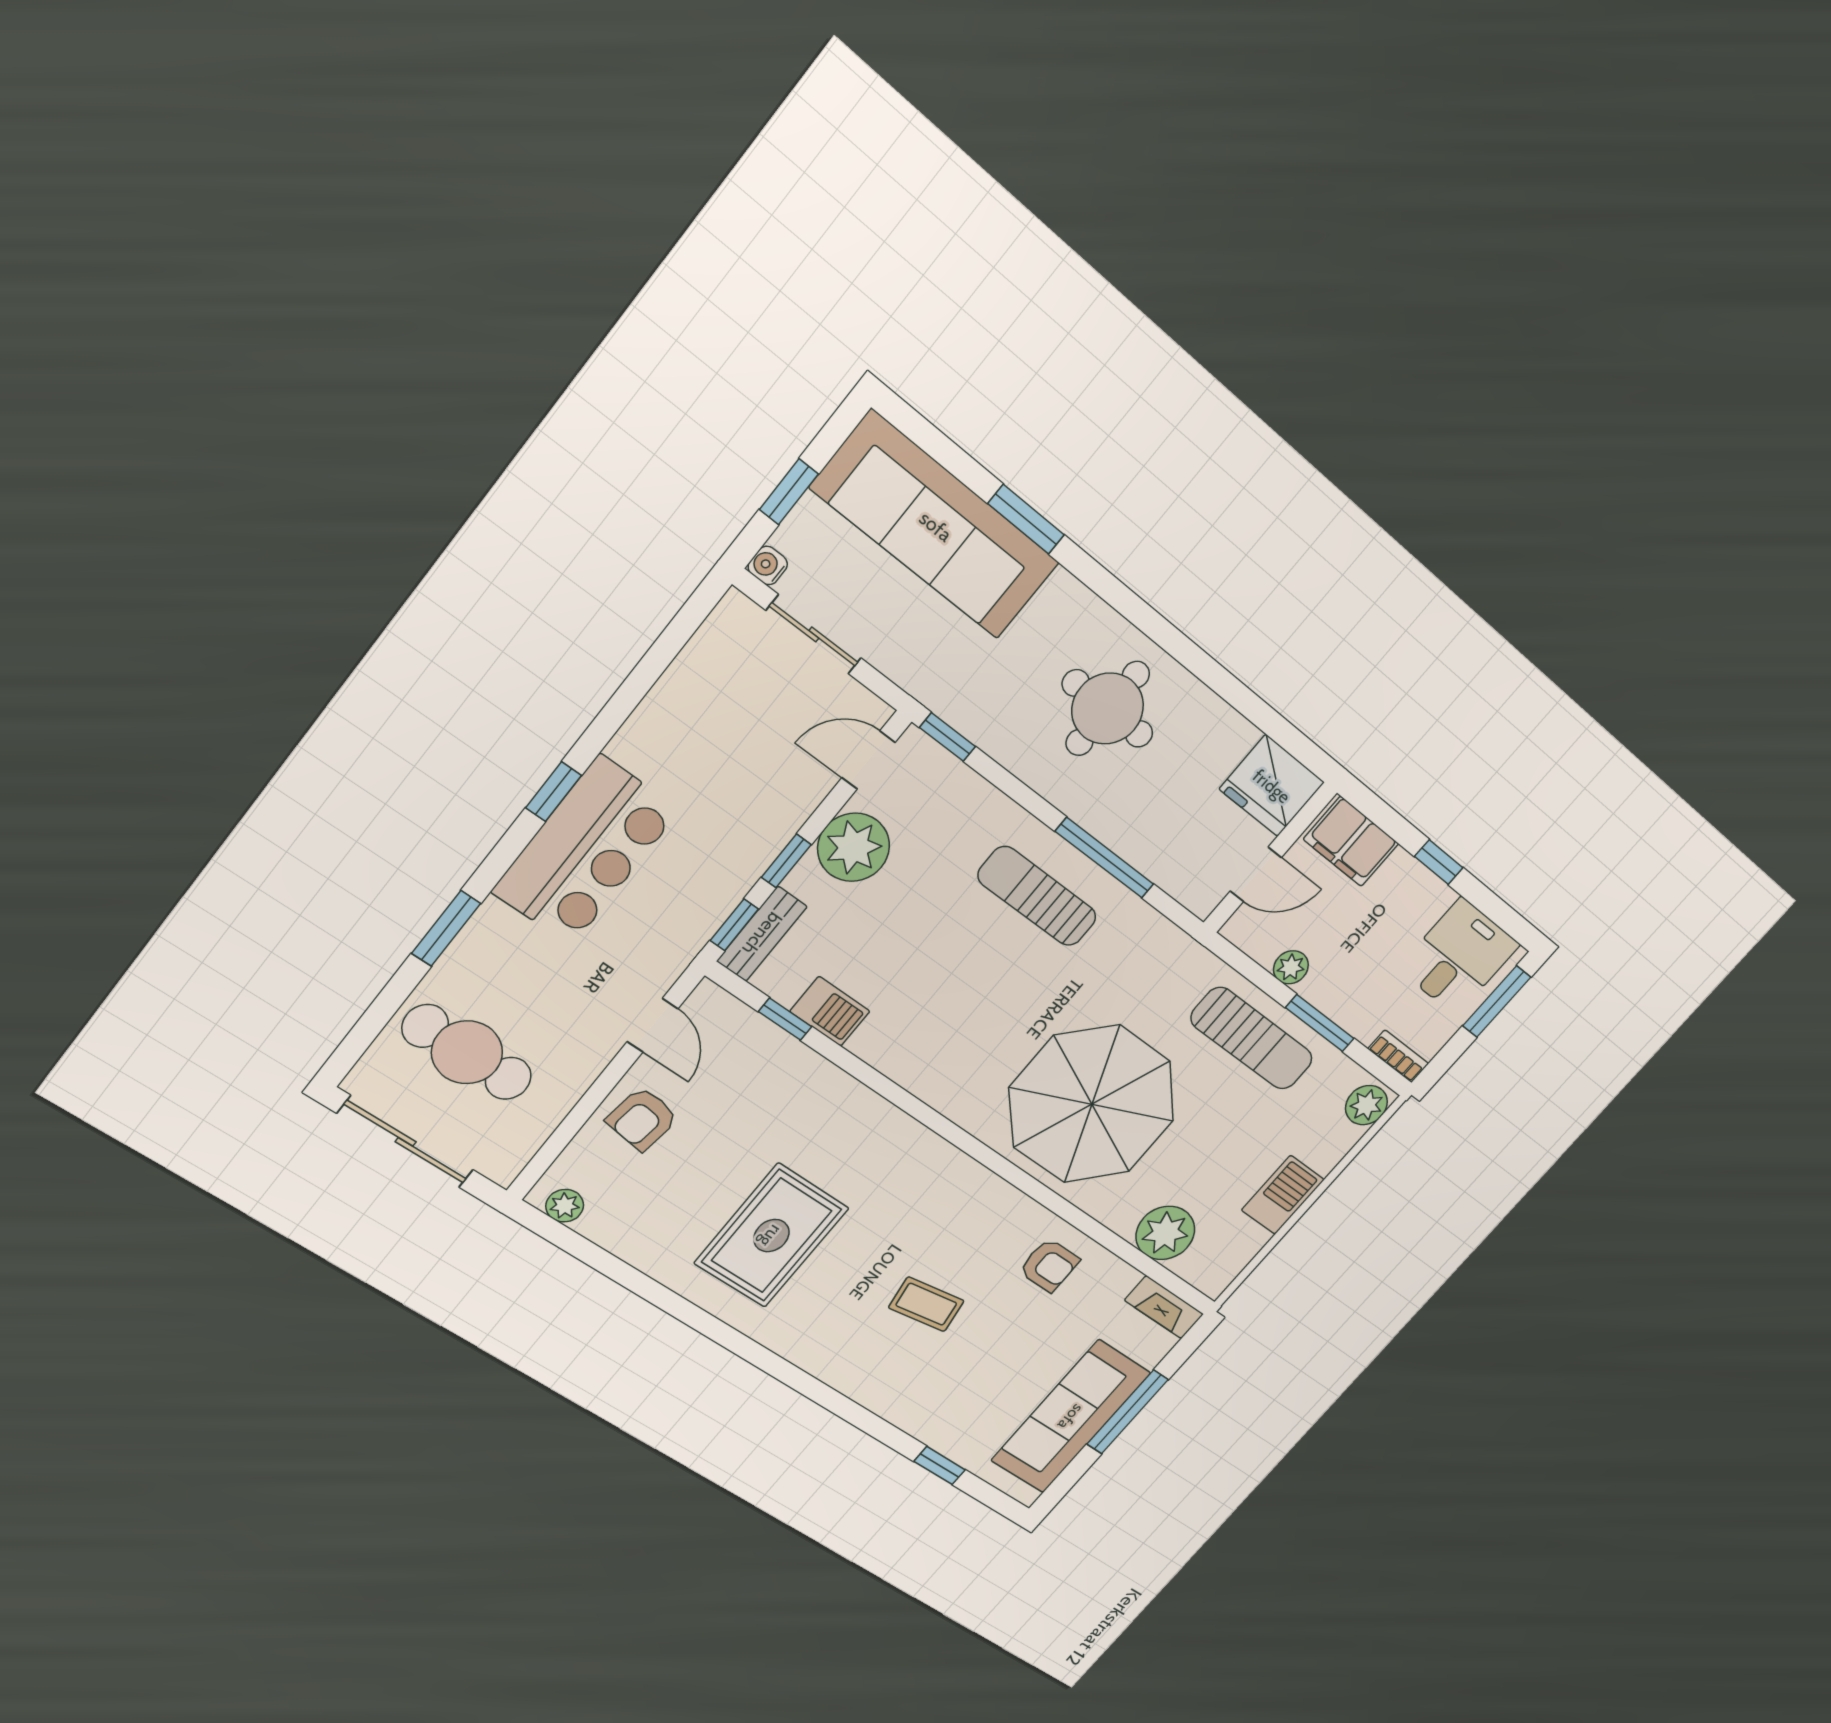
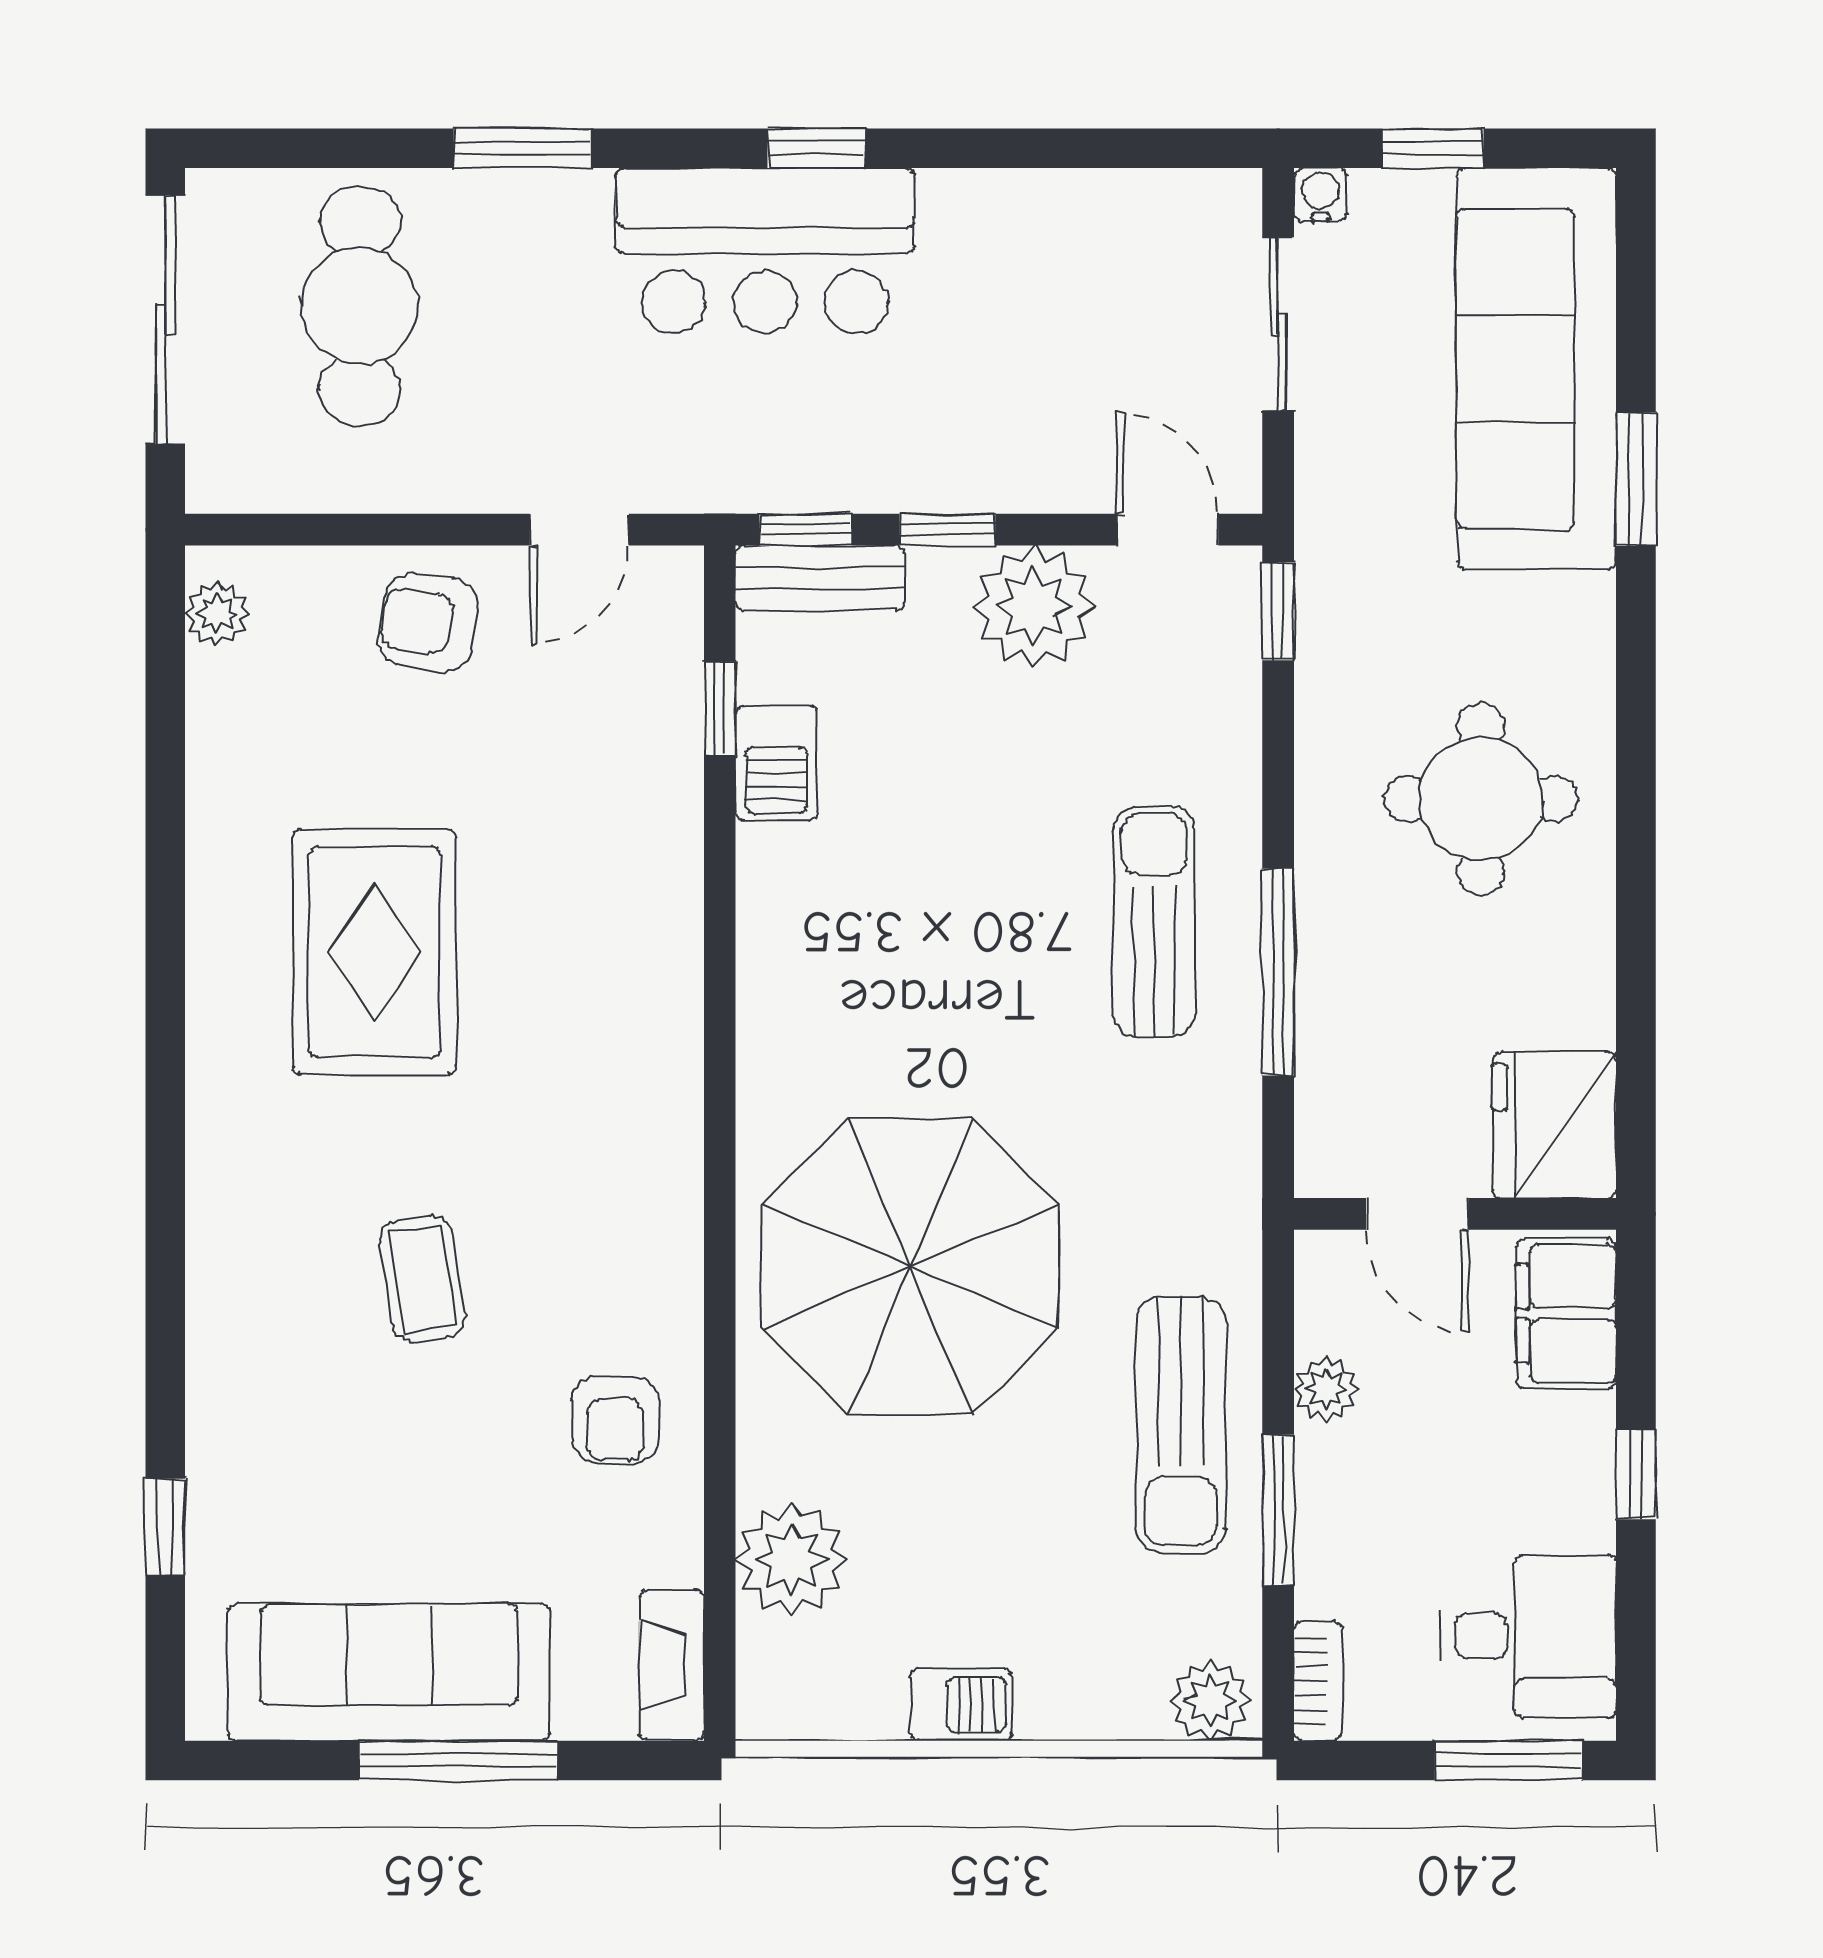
barbecue: (1283, 1195) -> (961, 1705), width x0.73, depth x0.79
rug: (771, 1236) -> (374, 952), turned 90

